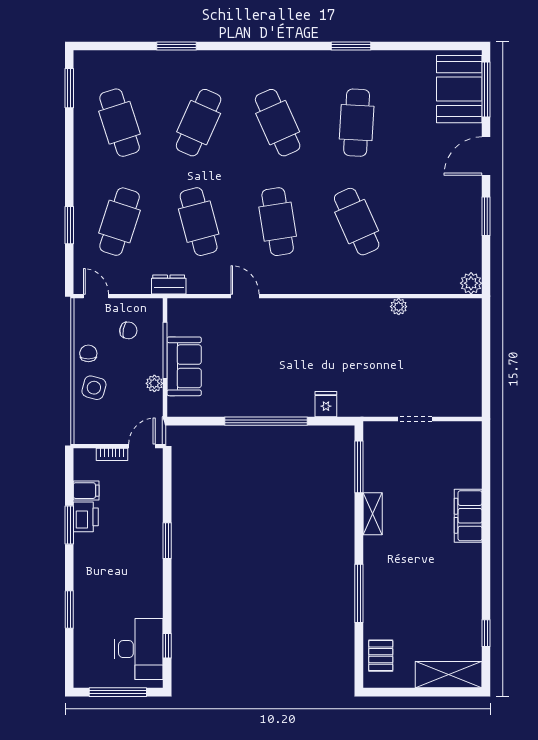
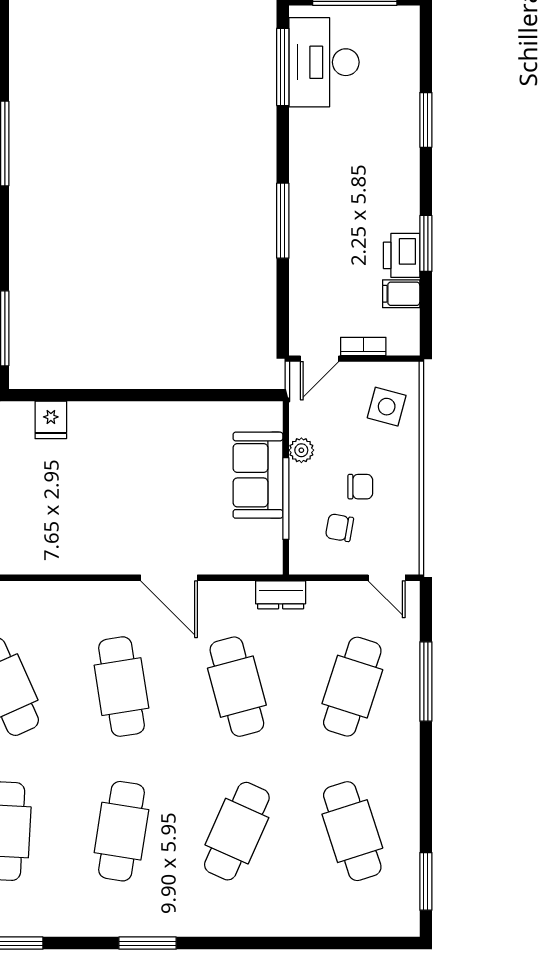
window: (176, 46) -> (148, 943), moved
cafe table: (278, 123) -> (121, 831), turned 33
window: (69, 225) -> (426, 681), width x1.44
door: (245, 296) -> (169, 578), width x1.38
chair: (88, 353) -> (360, 487), moved, turned -90
side table: (94, 388) -> (387, 407), moved
window: (266, 421) -> (138, 395), removed
window: (167, 541) -> (283, 221), width x1.44
window: (167, 646) -> (283, 67), width x2.17

